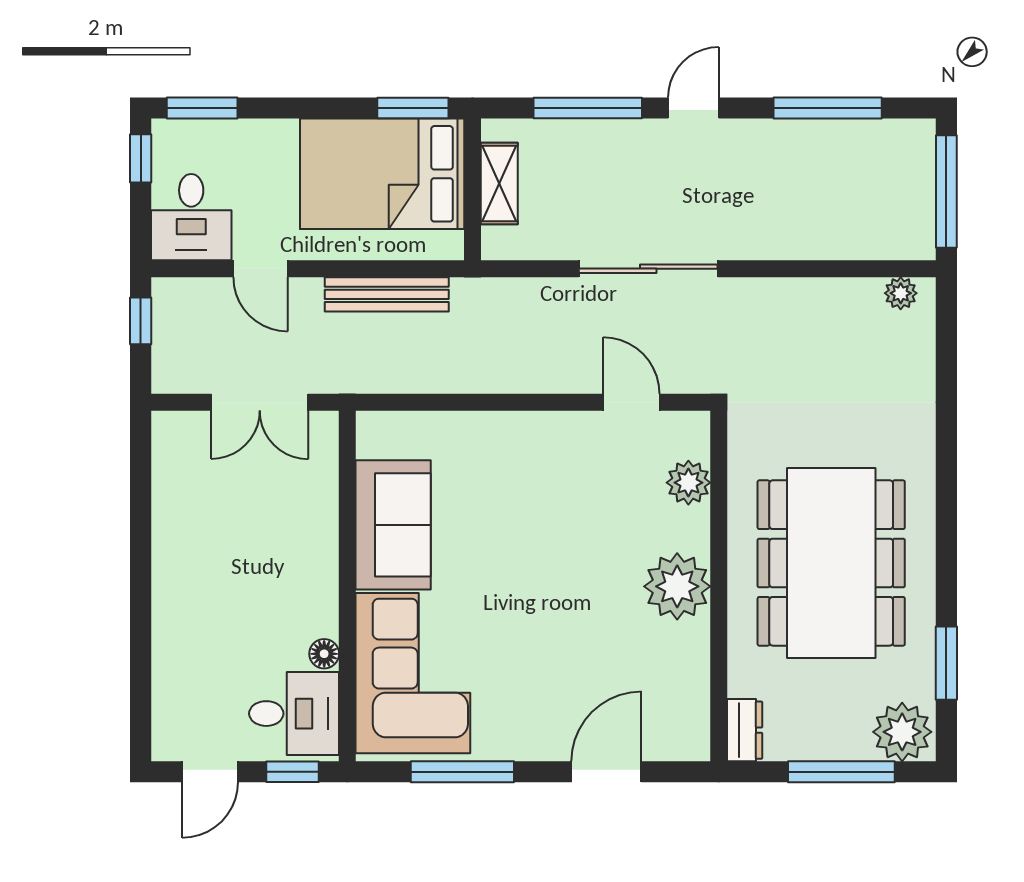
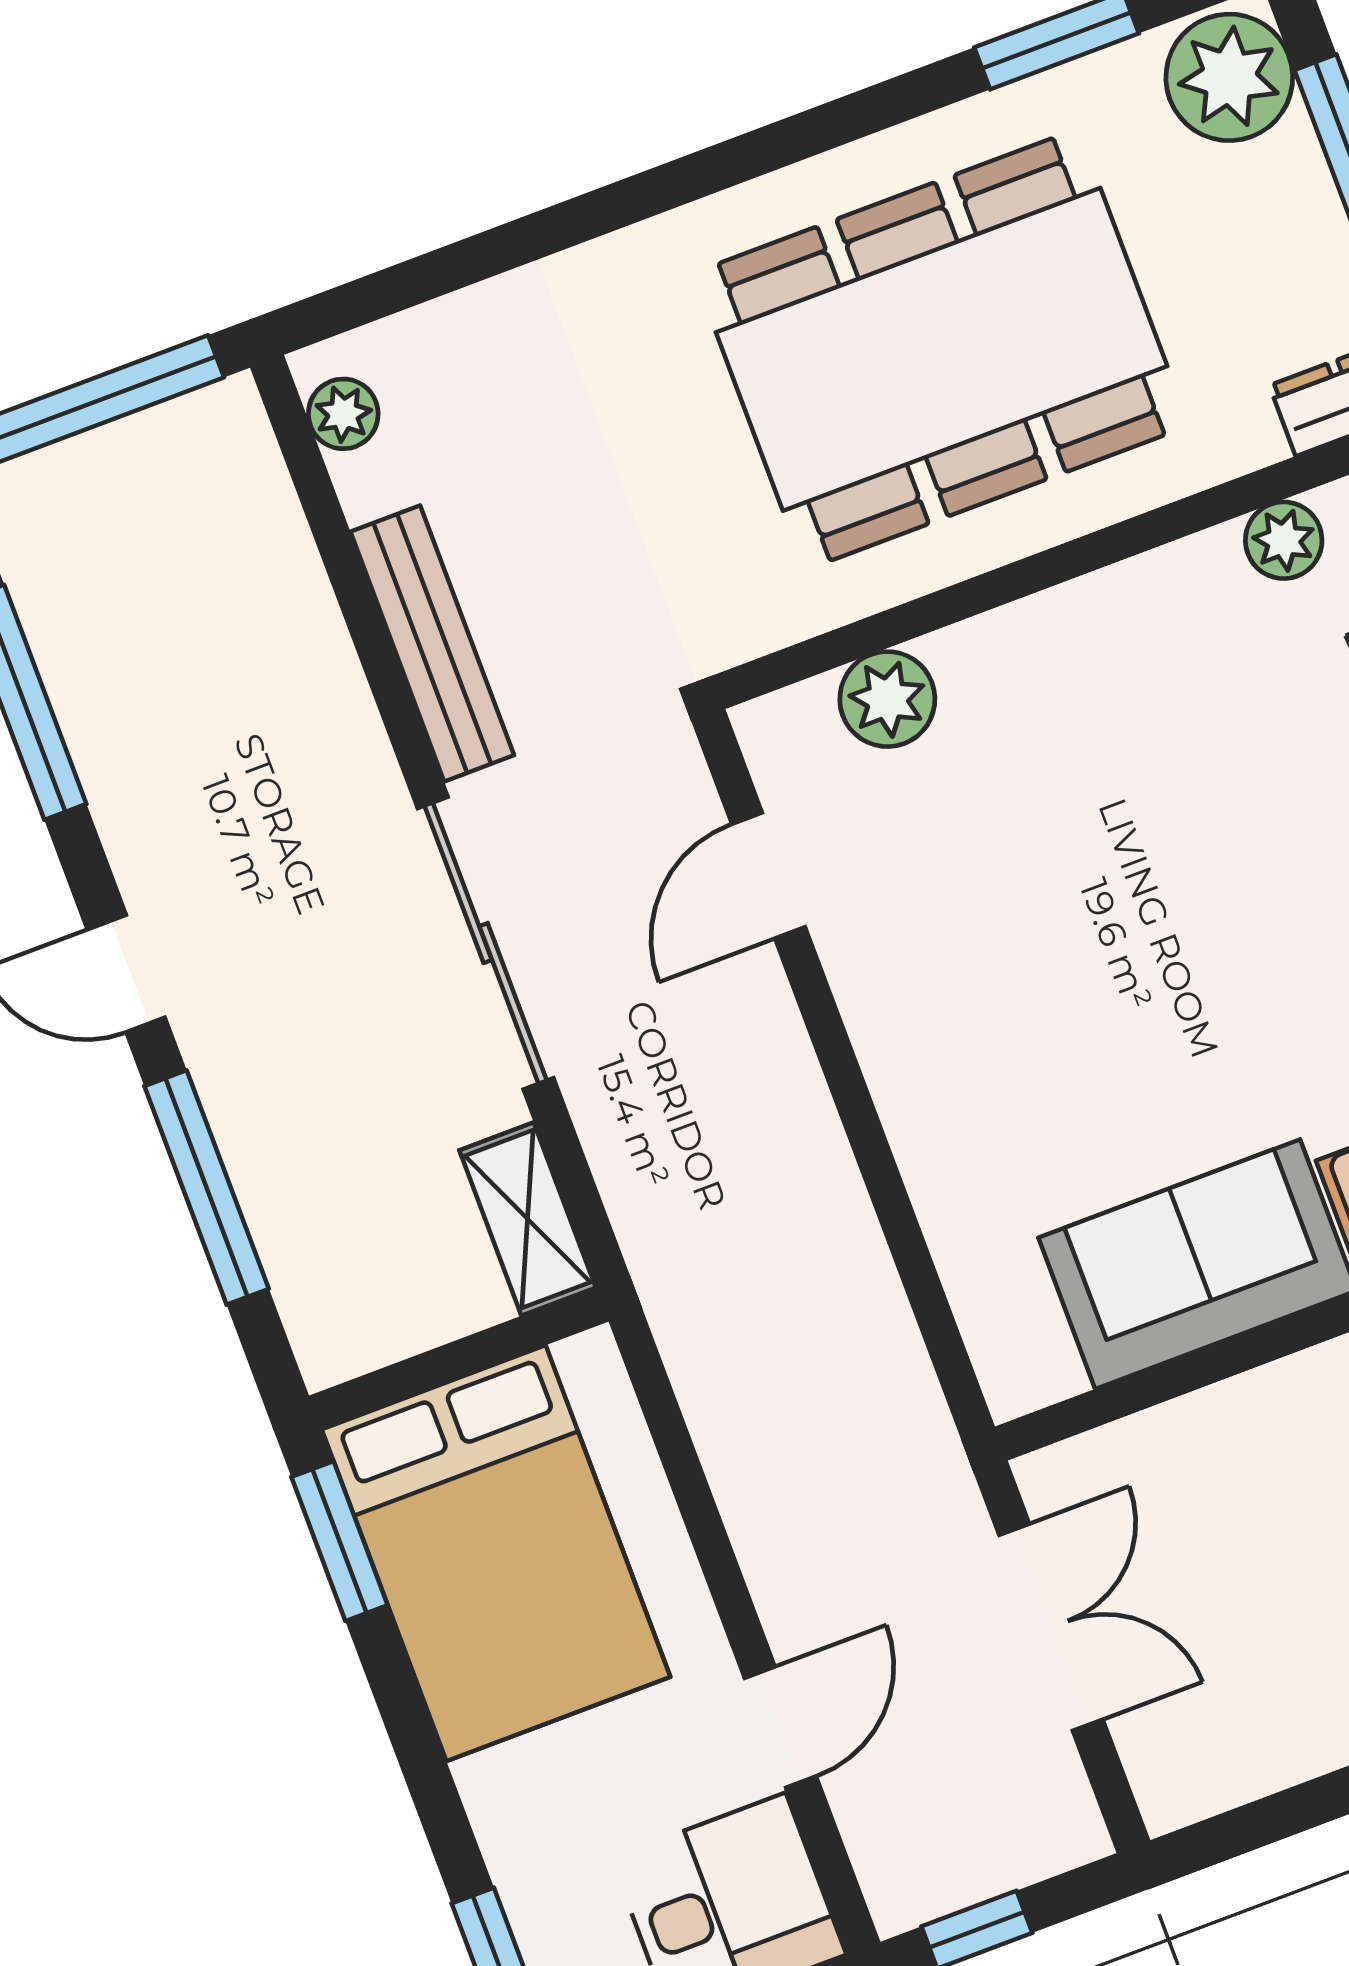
shelving: (499, 184) -> (528, 1219), moved, turned 90
bench: (387, 294) -> (432, 643), moved
plant: (677, 586) -> (1284, 540), moved, width x0.53, depth x0.53

